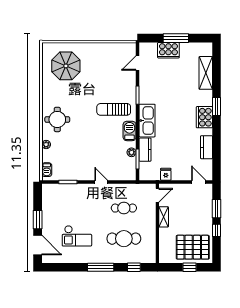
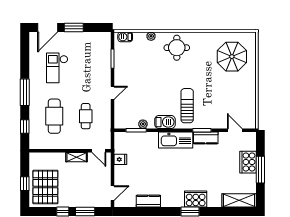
shelving: (206, 73) -> (239, 200), moved
cooker: (204, 117) -> (196, 199), moved
kitchen counter: (145, 150) -> (206, 138), moved

